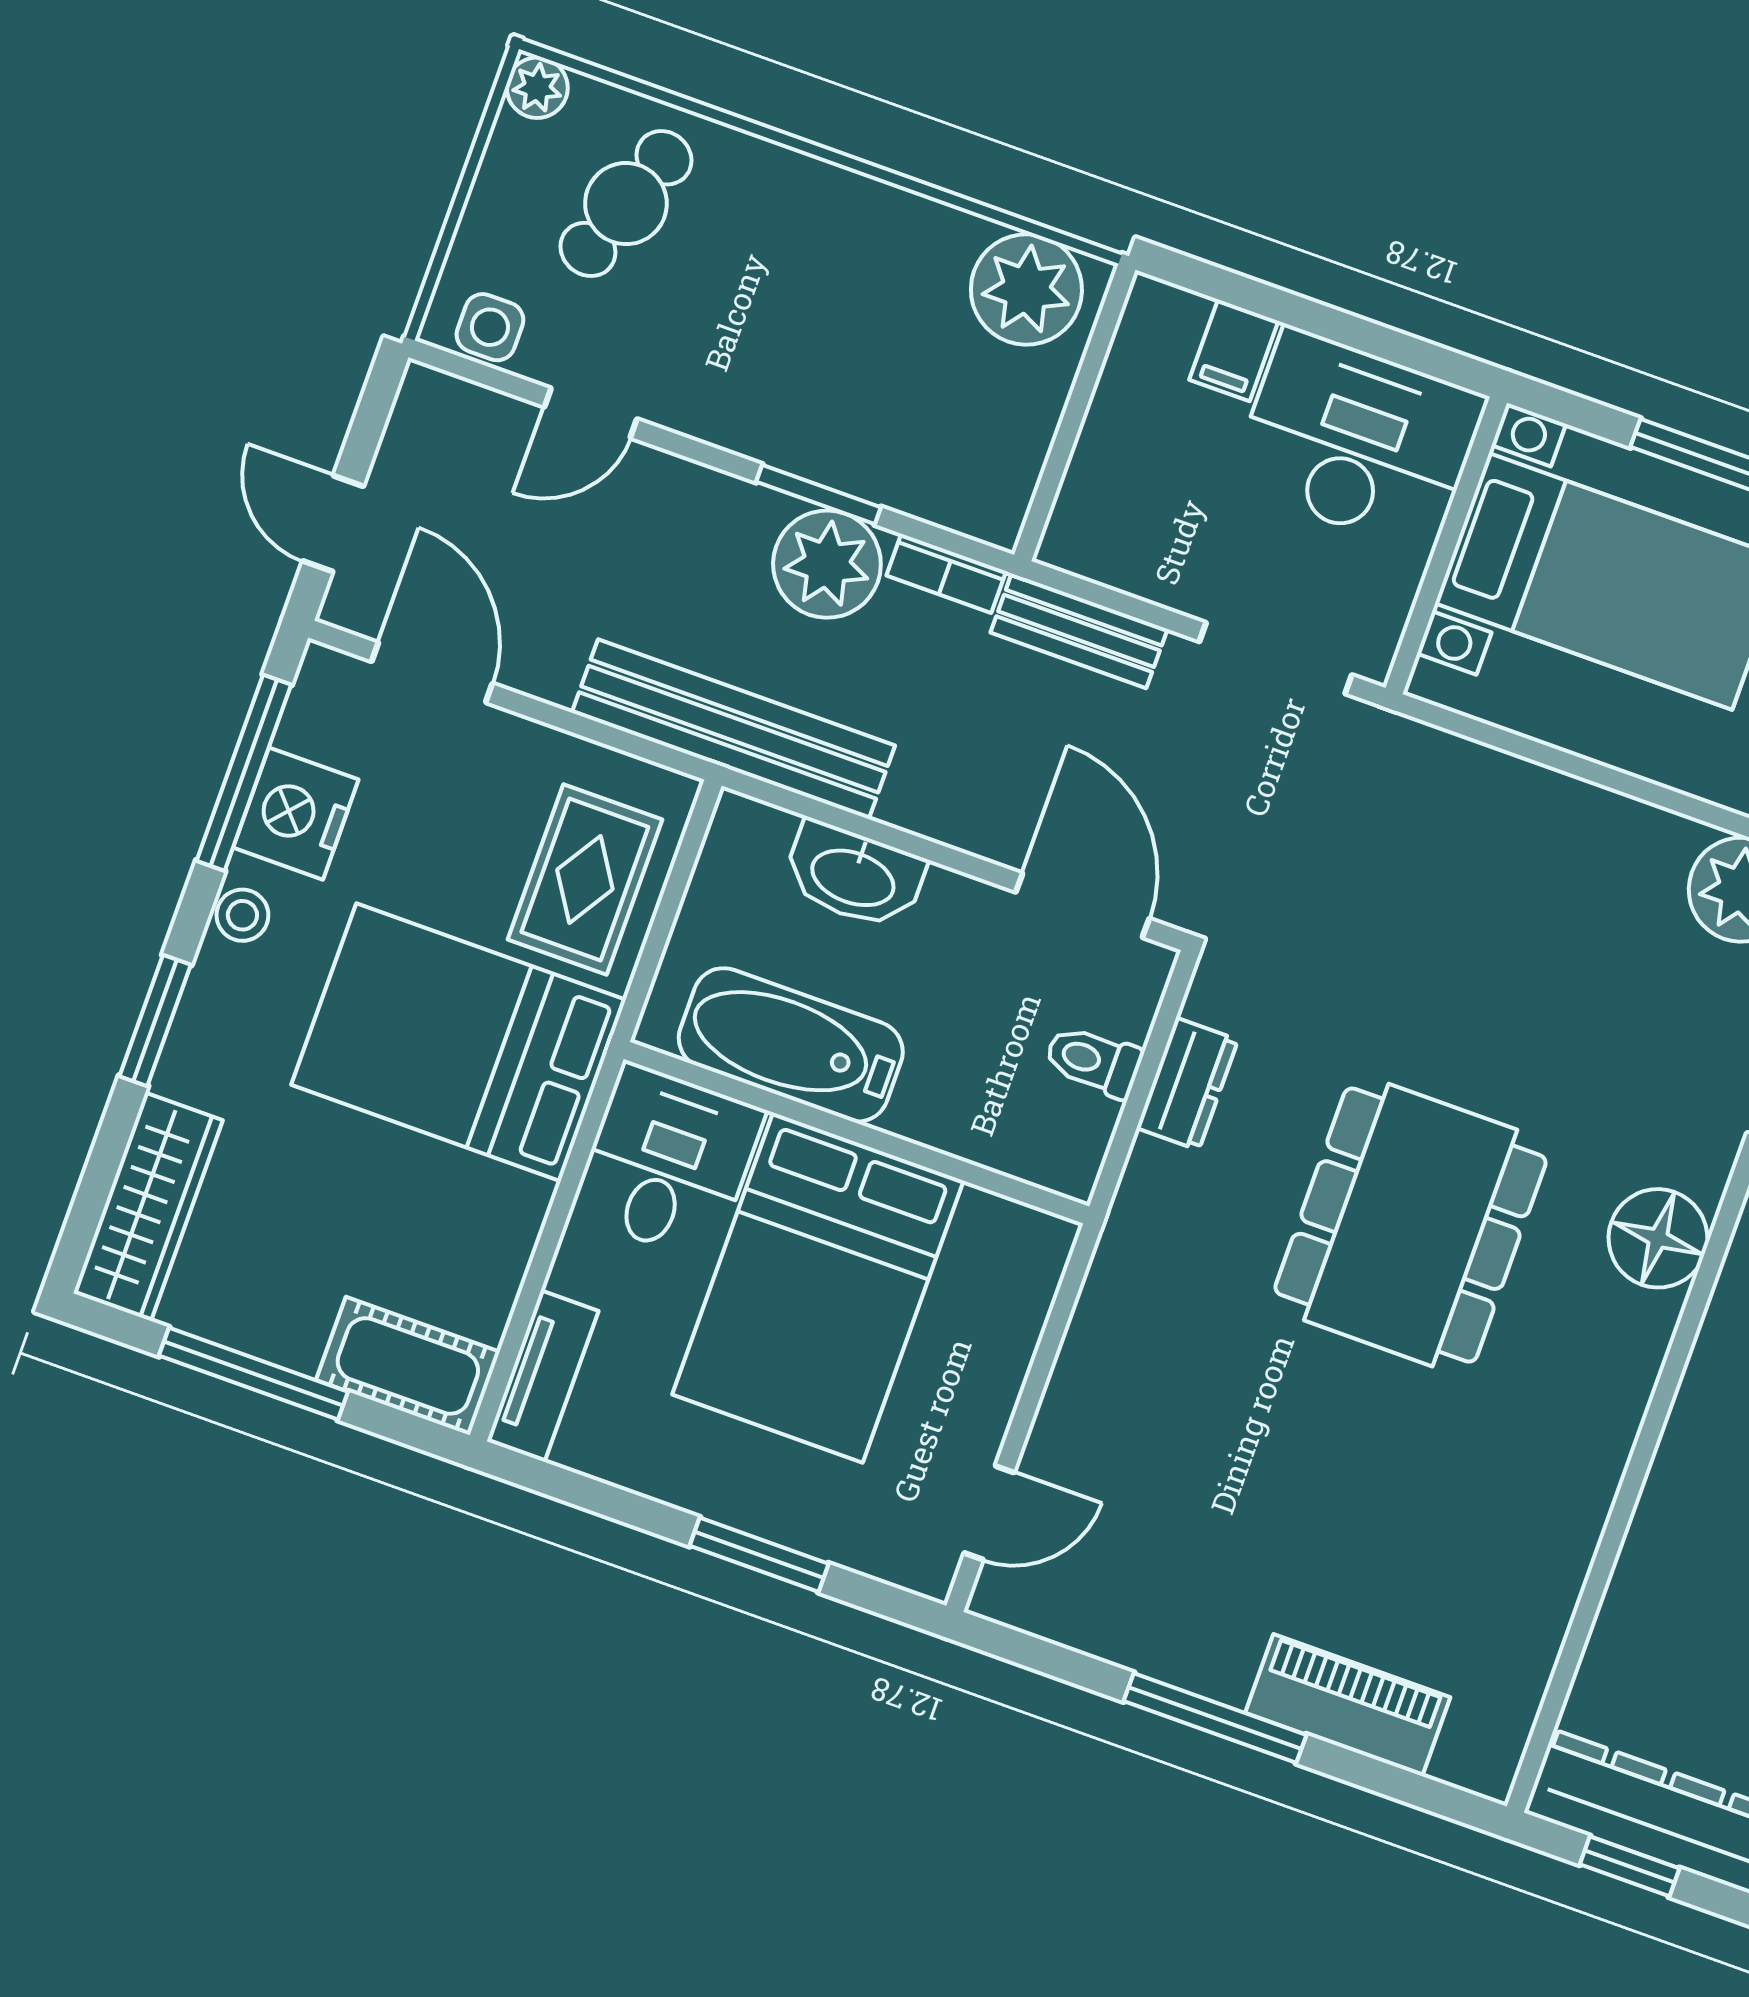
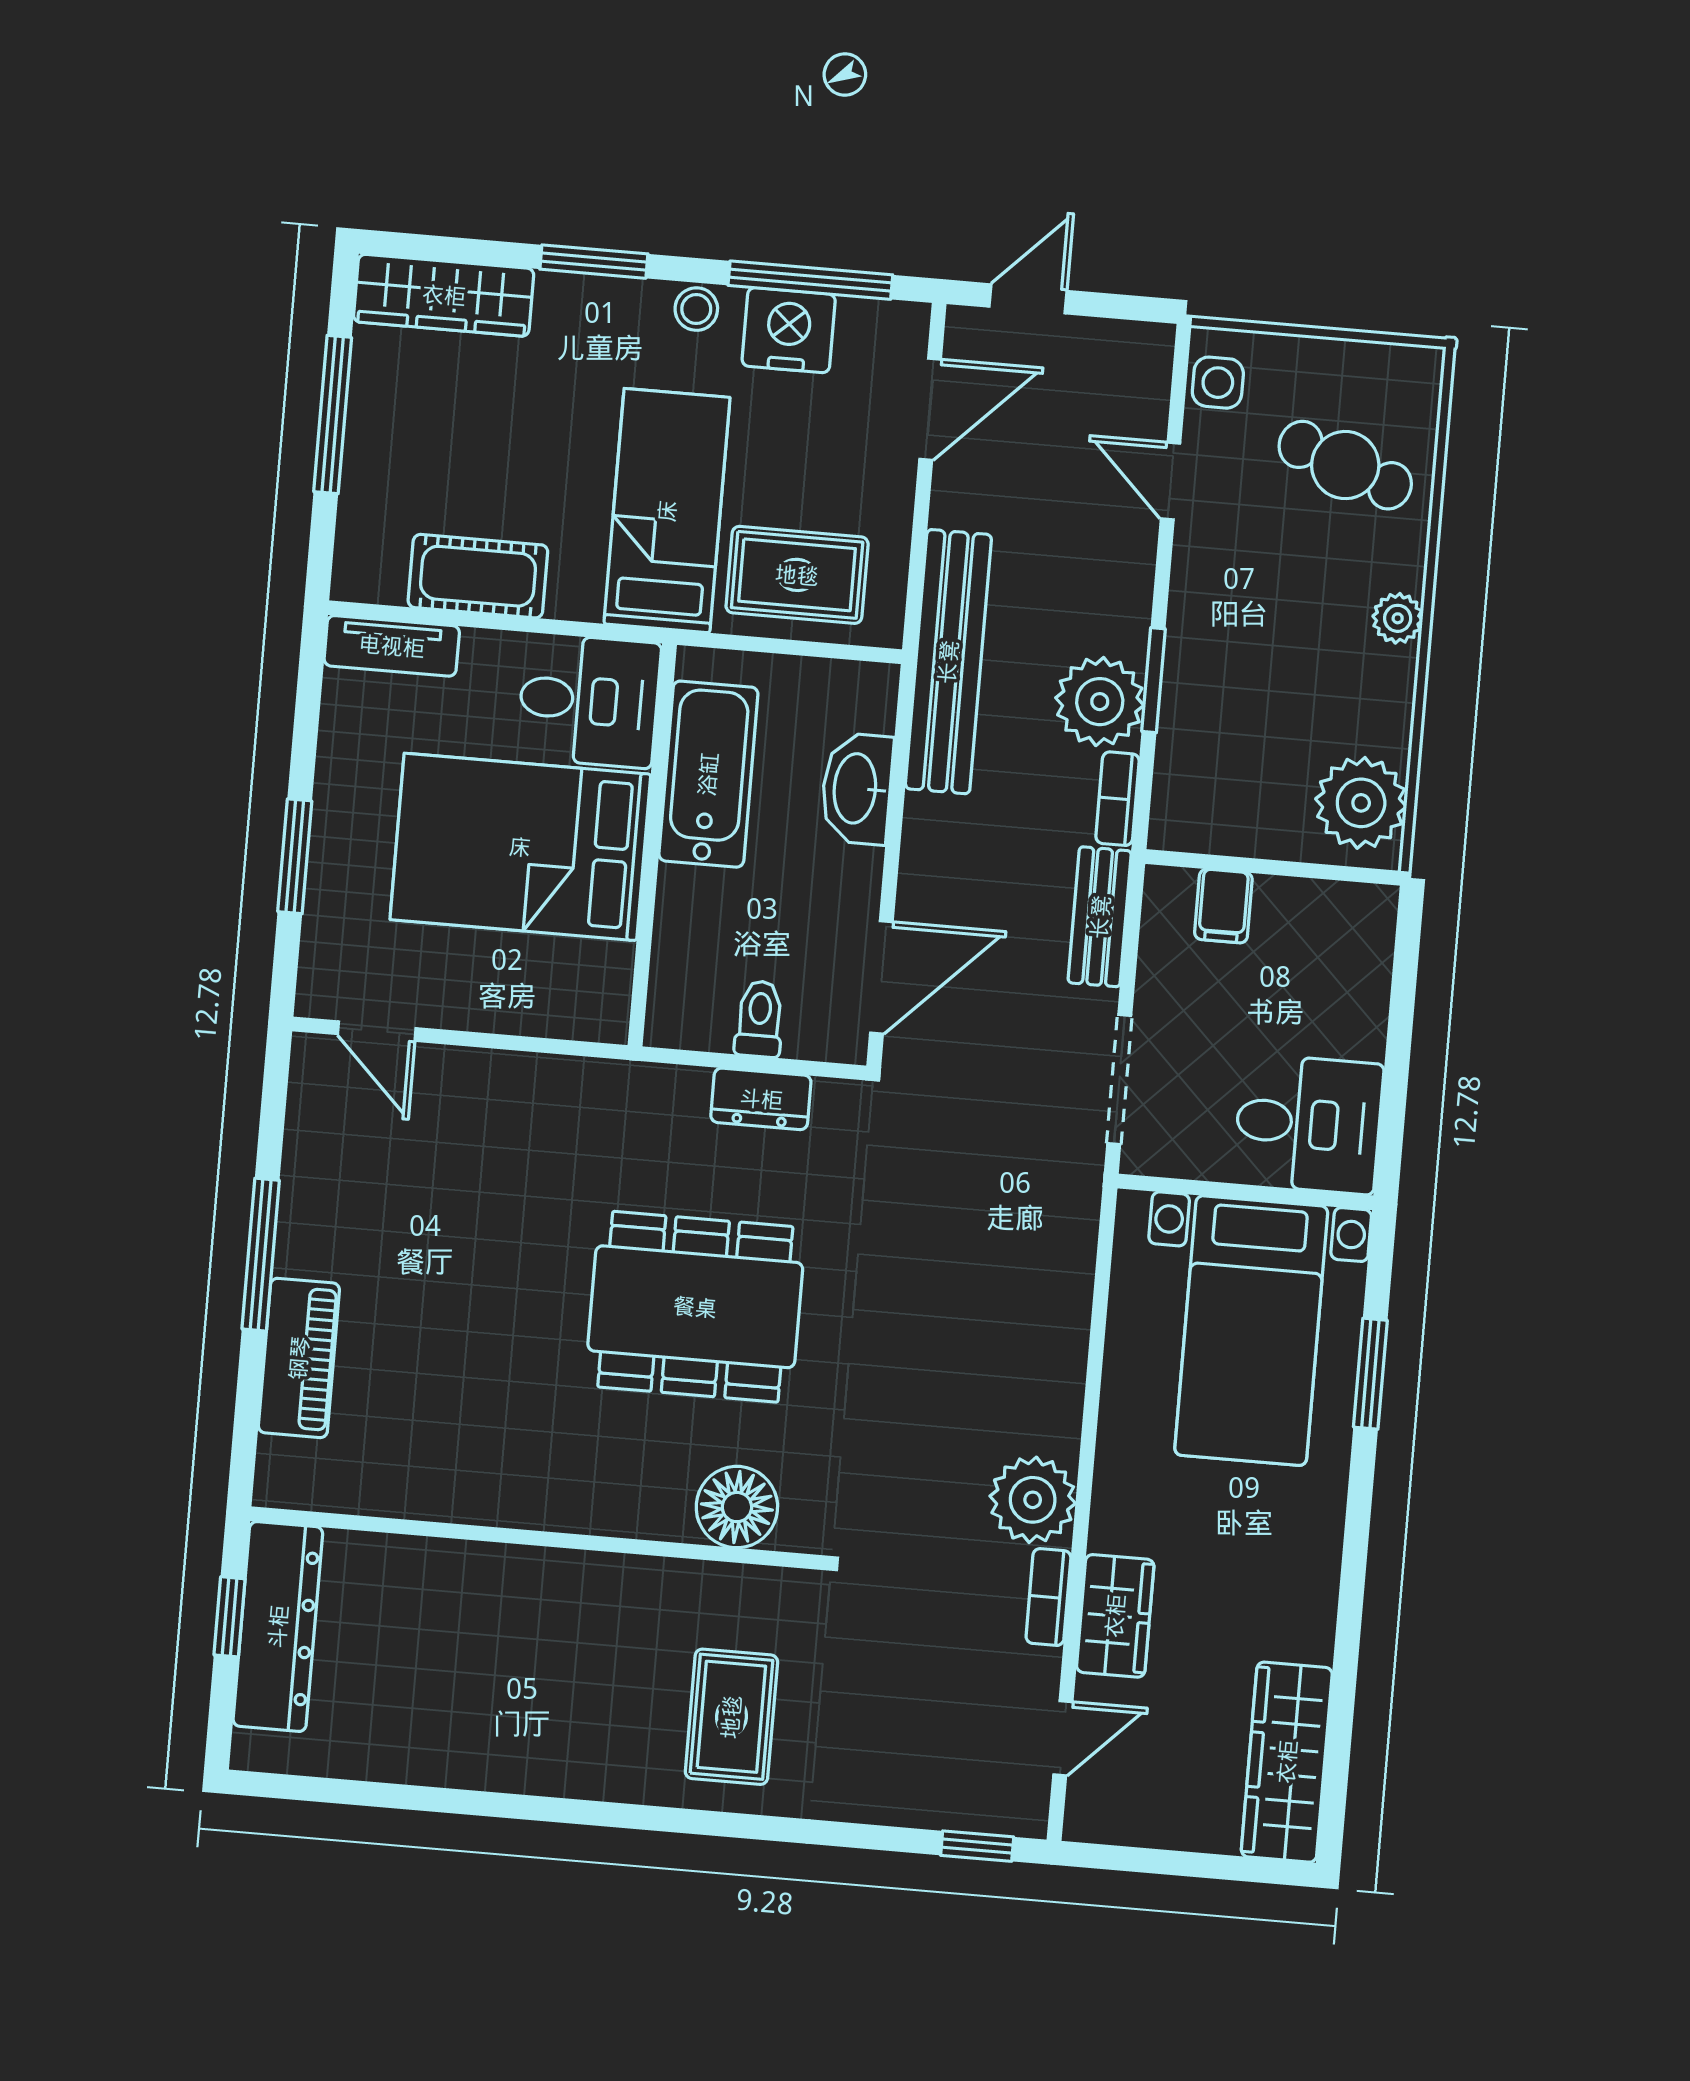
plant: (537, 88) -> (1398, 618), moved
filing cabinet: (1234, 350) -> (1223, 906), moved, turned -90
desk: (1358, 441) -> (1308, 1124), width x0.73
bed: (459, 1042) -> (667, 511), width x0.67
cot: (408, 1366) -> (478, 576), moved, turned 90

